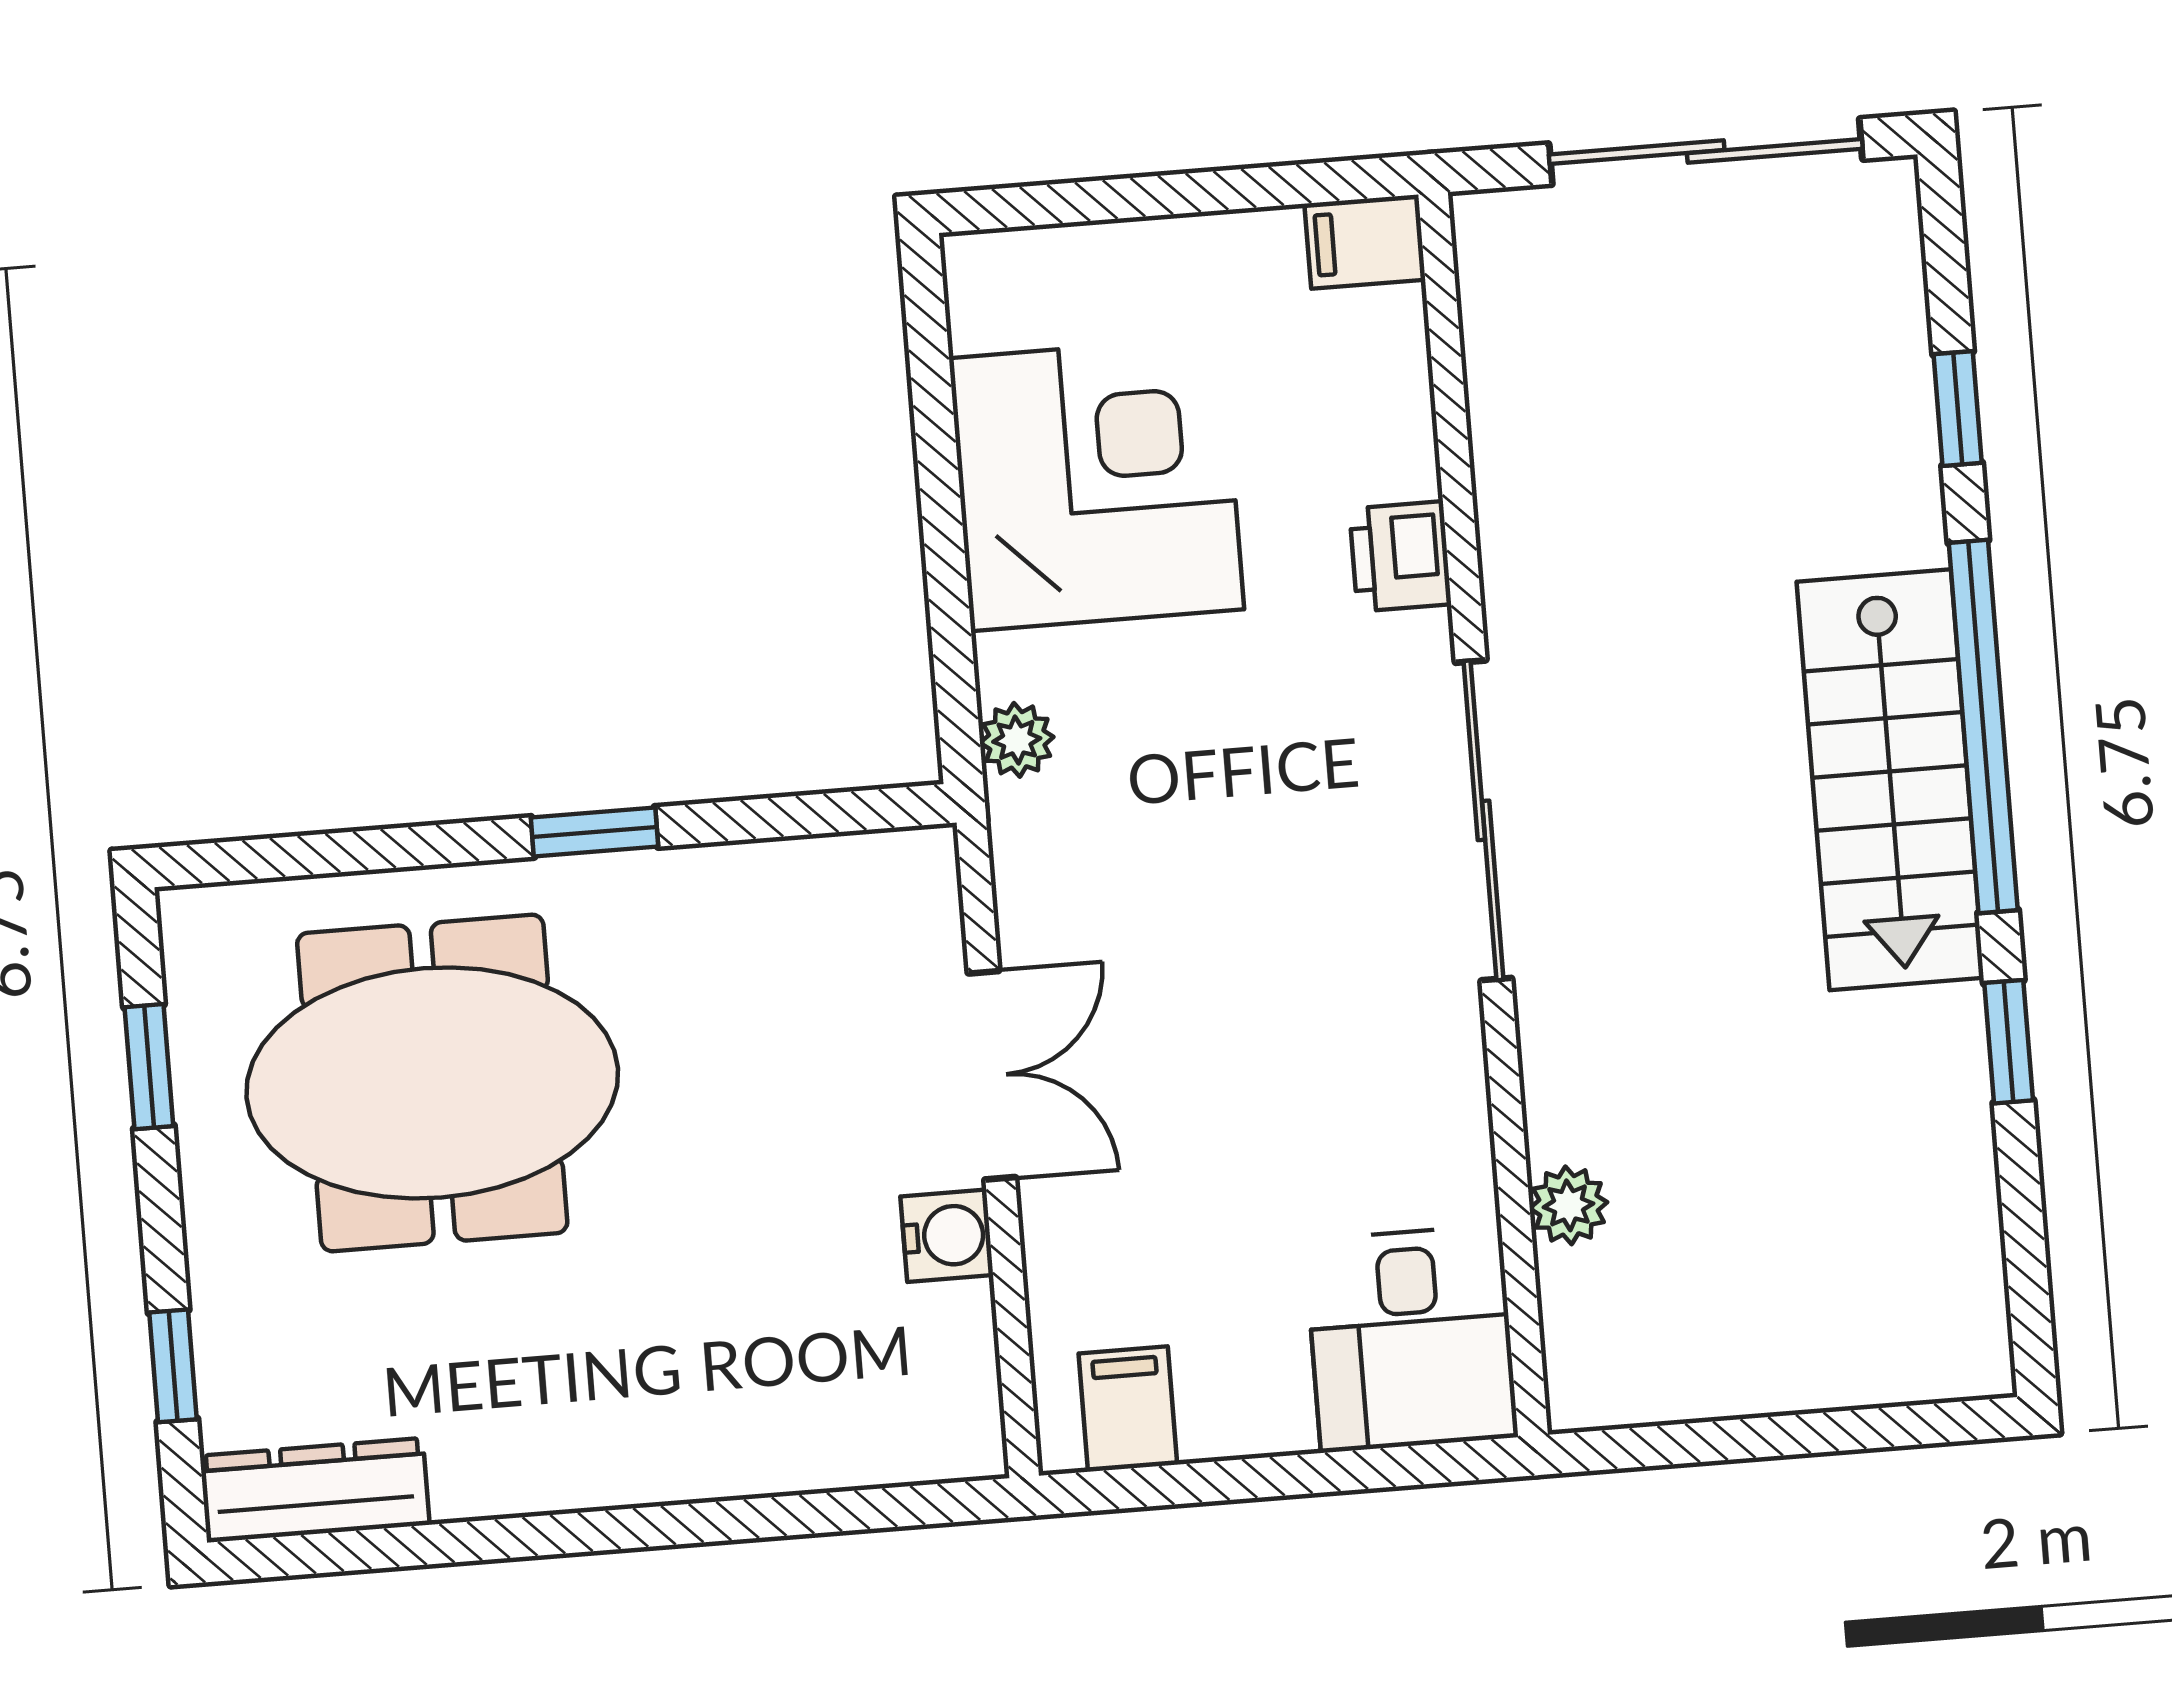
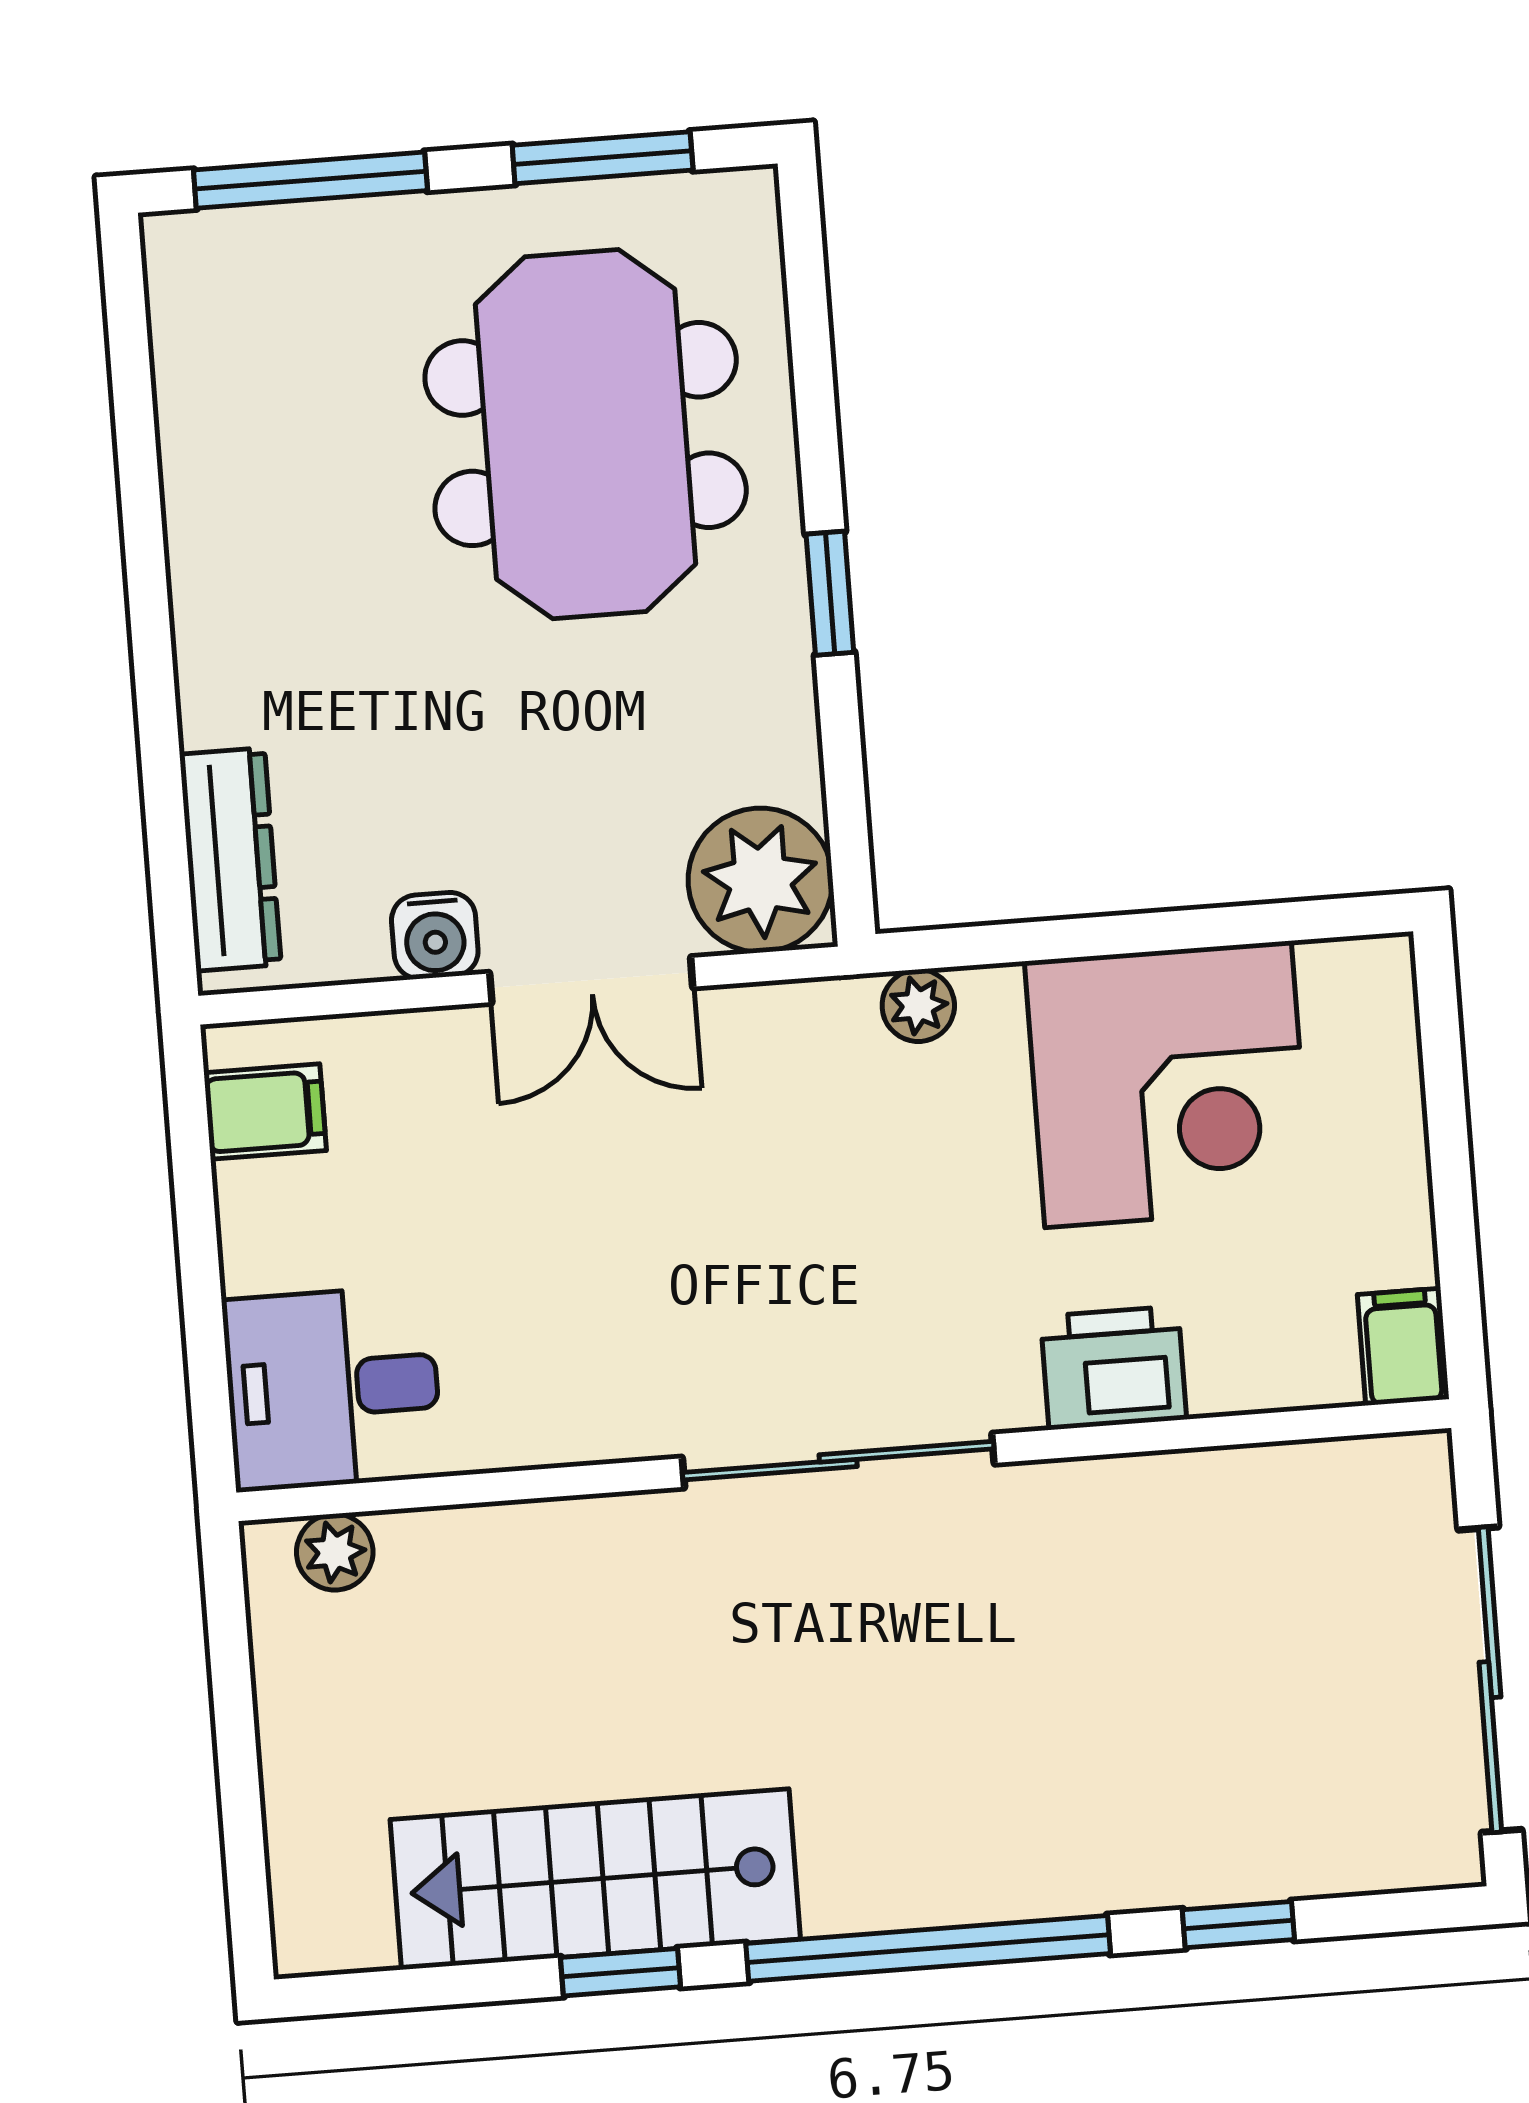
printer: (1400, 556) -> (1114, 1368), width x1.36, depth x1.24
stairs: (1890, 780) -> (595, 1879), moved
plant: (889, 902) -> (760, 880), added
window: (149, 1067) -> (603, 158), width x1.50
plant: (1568, 1205) -> (335, 1552), moved
window: (173, 1366) -> (310, 180), width x2.17
dresser: (315, 1490) -> (230, 859), moved

